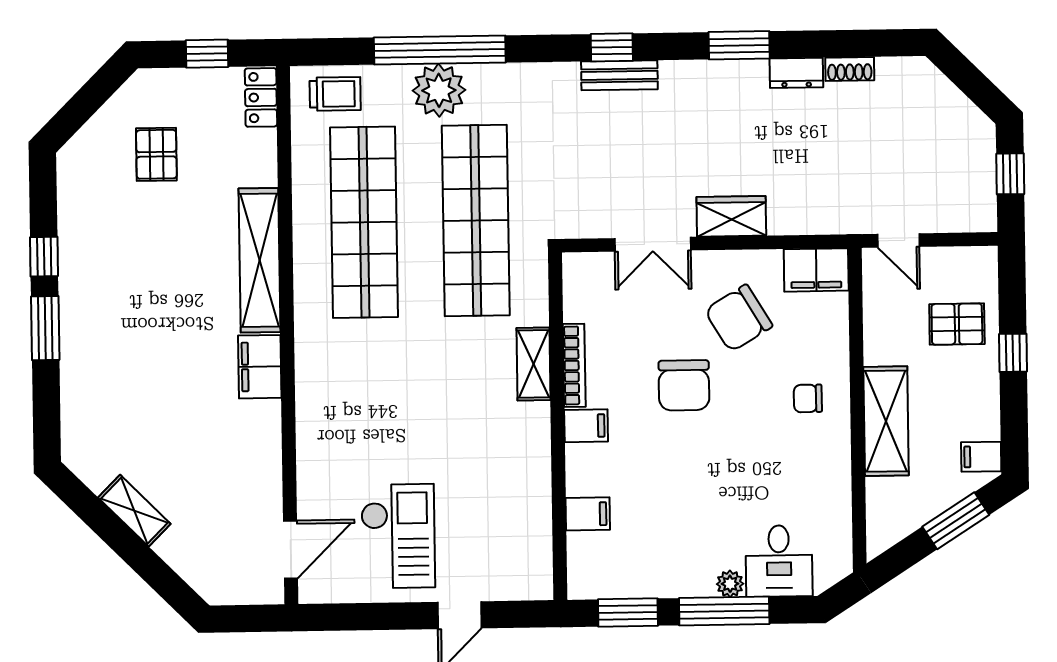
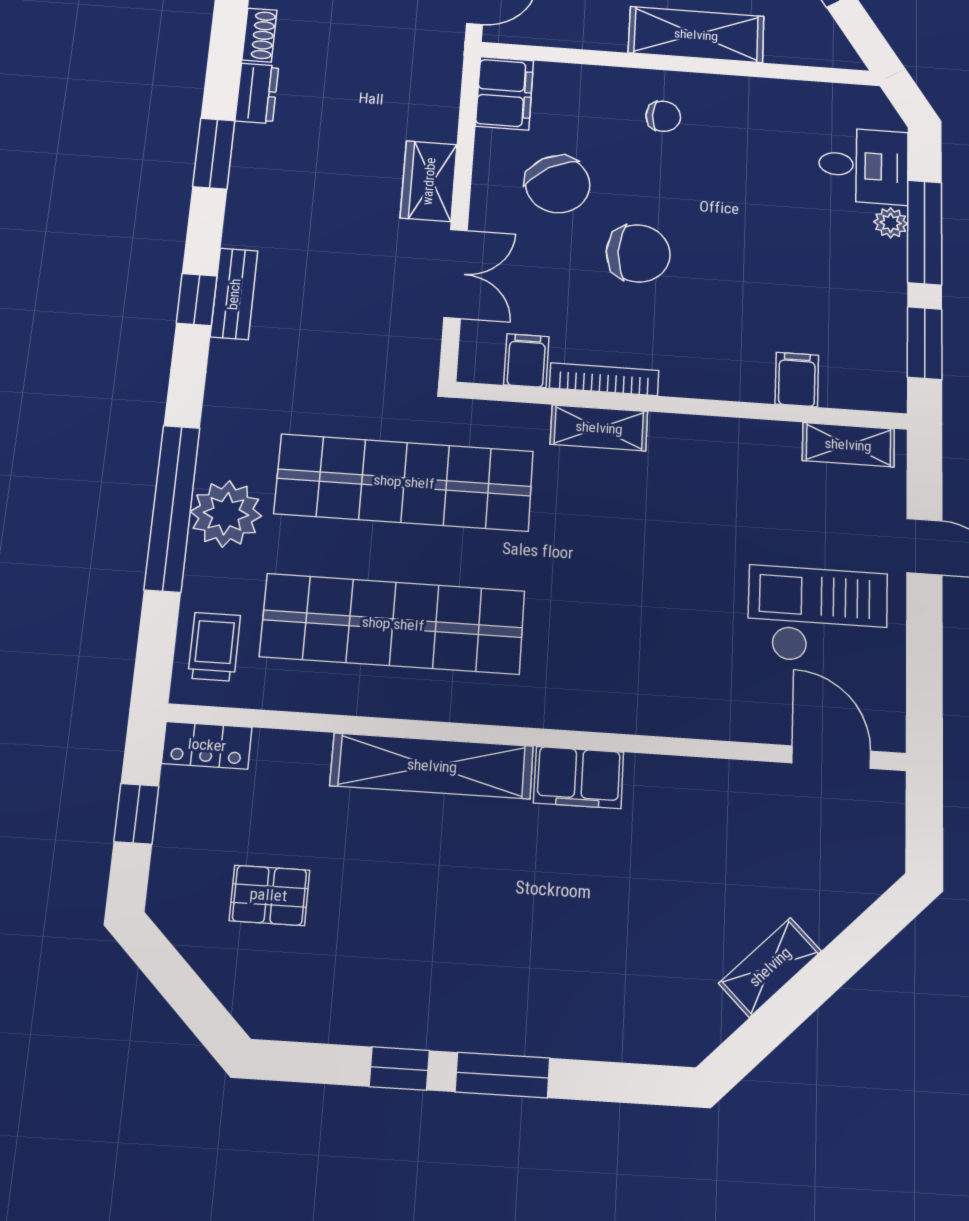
chair: (808, 398) -> (663, 116), turned -90
filing cabinet: (586, 426) -> (526, 361), moved
shelving: (537, 555) -> (848, 445), added

